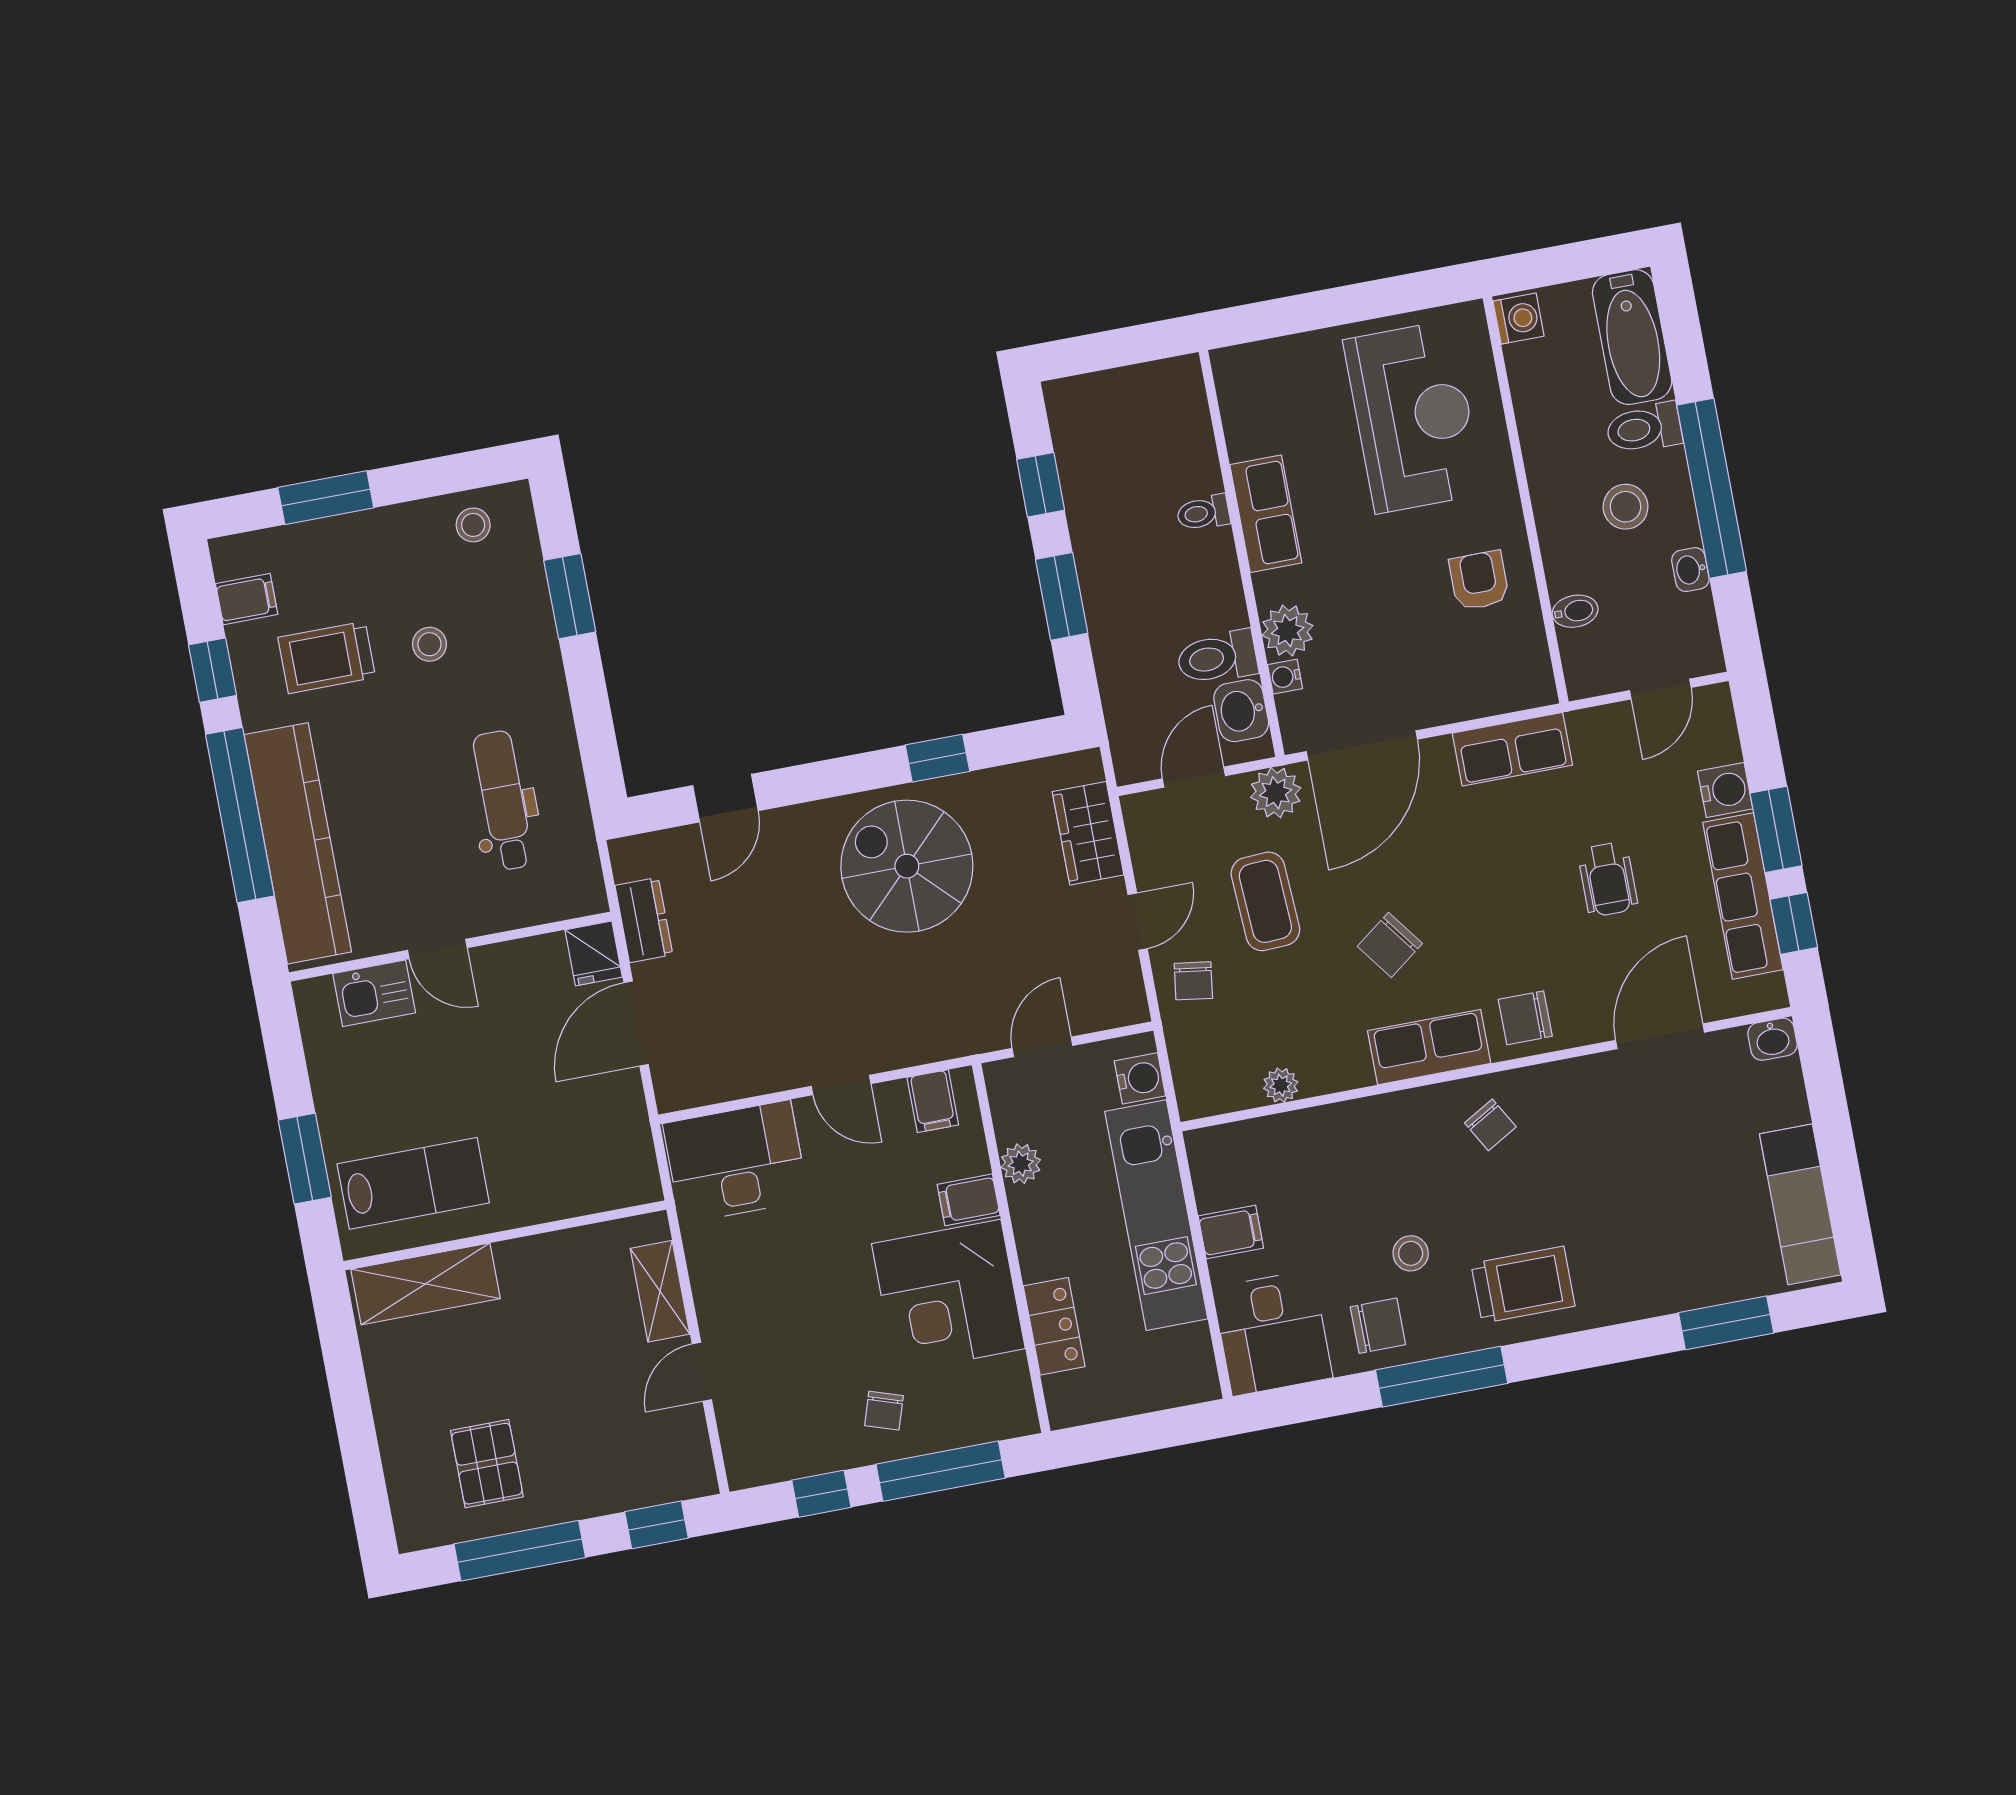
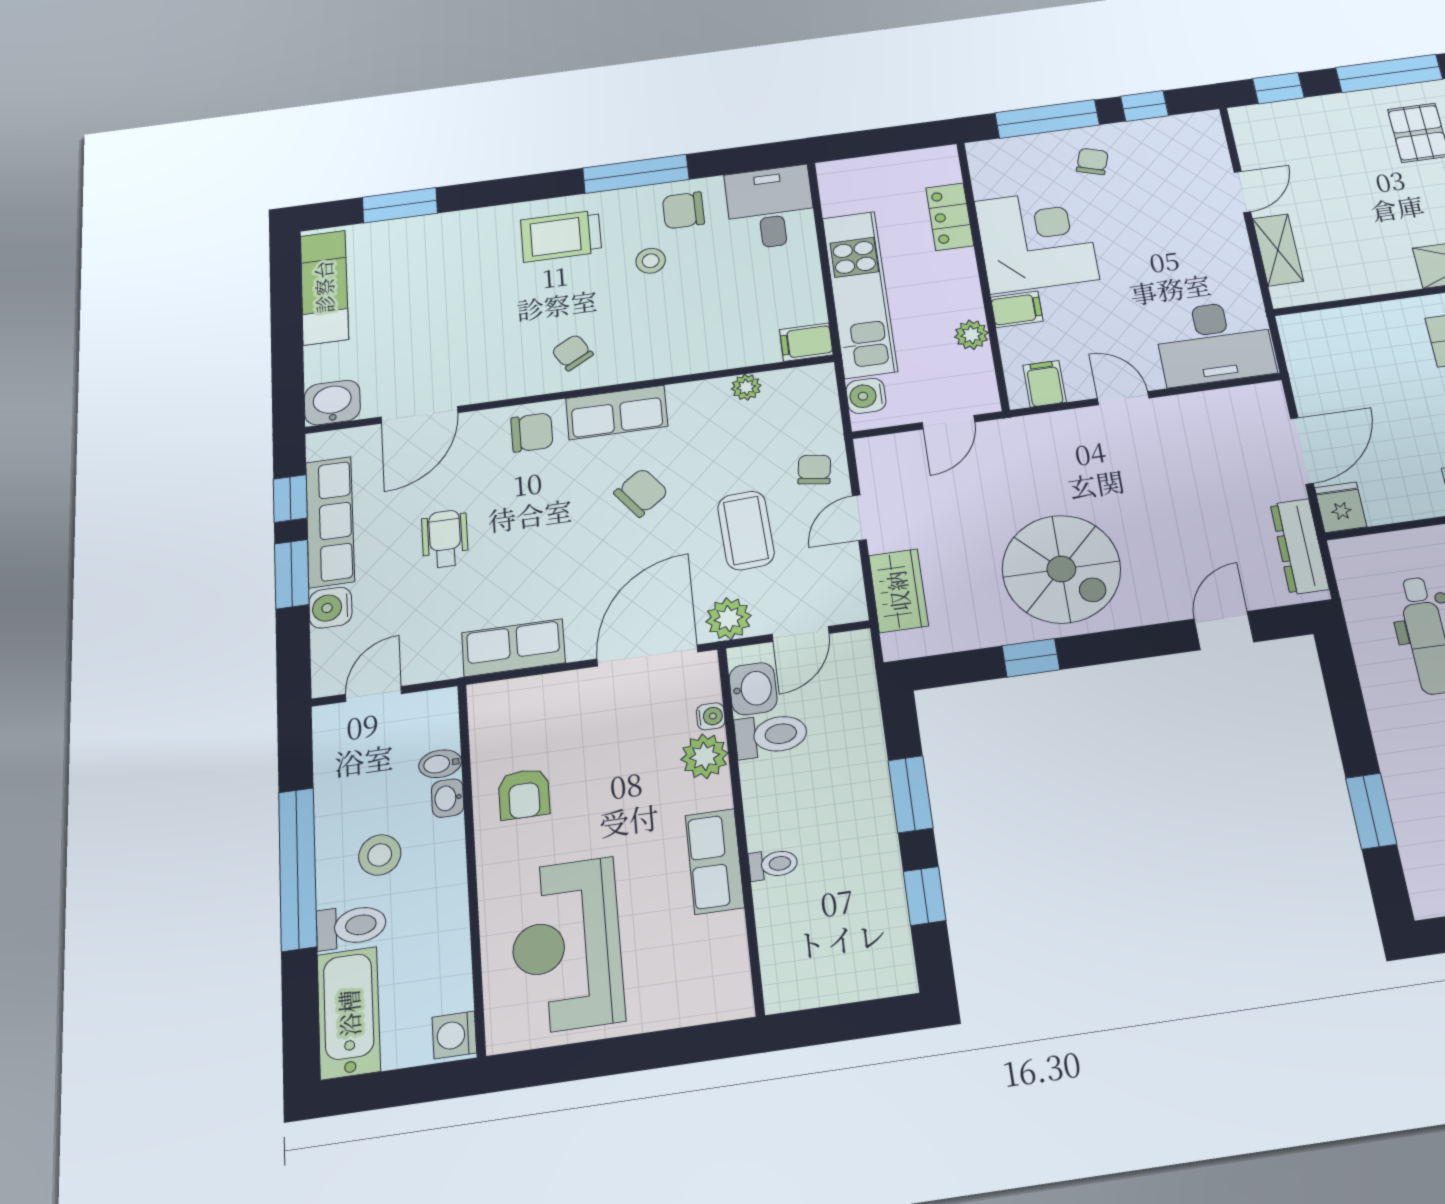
washbasin: (1690, 570) -> (448, 798), moved, turned 180
dresser: (644, 920) -> (1299, 546), width x1.44
washbasin: (1772, 1039) -> (332, 403), width x1.38, depth x1.45
filing cabinet: (1231, 1232) -> (806, 342), moved

